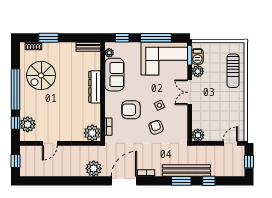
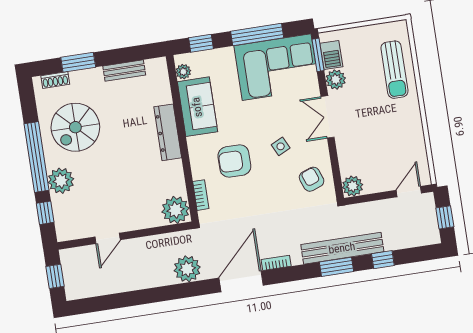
bench: (88, 47) -> (124, 71), moved
plant: (28, 124) -> (61, 181), moved
armchair: (156, 127) -> (312, 179), moved

